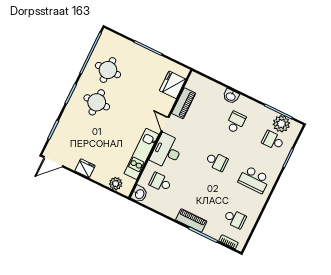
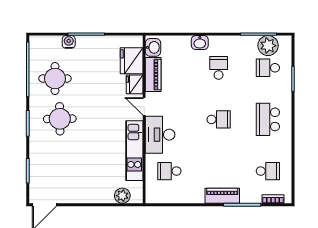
water cooler: (132, 47) -> (69, 42), added
fridge: (85, 168) -> (135, 84), moved, turned -90
school desk: (254, 180) -> (268, 119), turned 90
washbasin: (139, 194) -> (153, 47), moved

